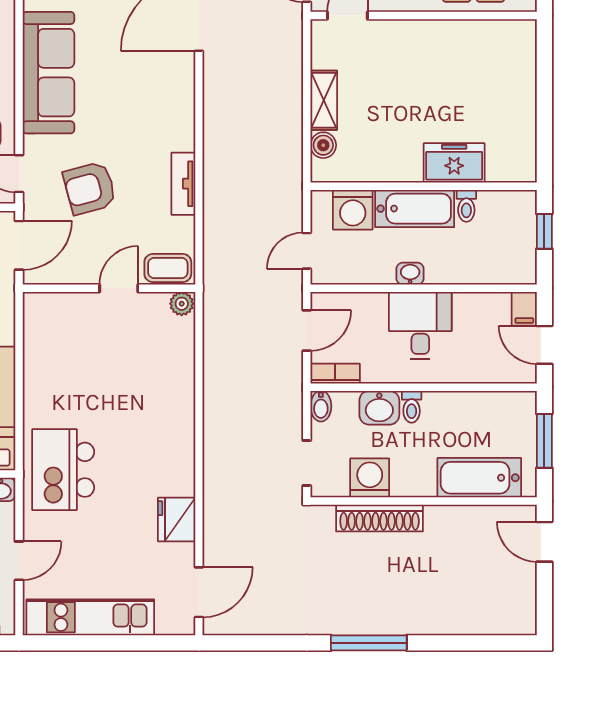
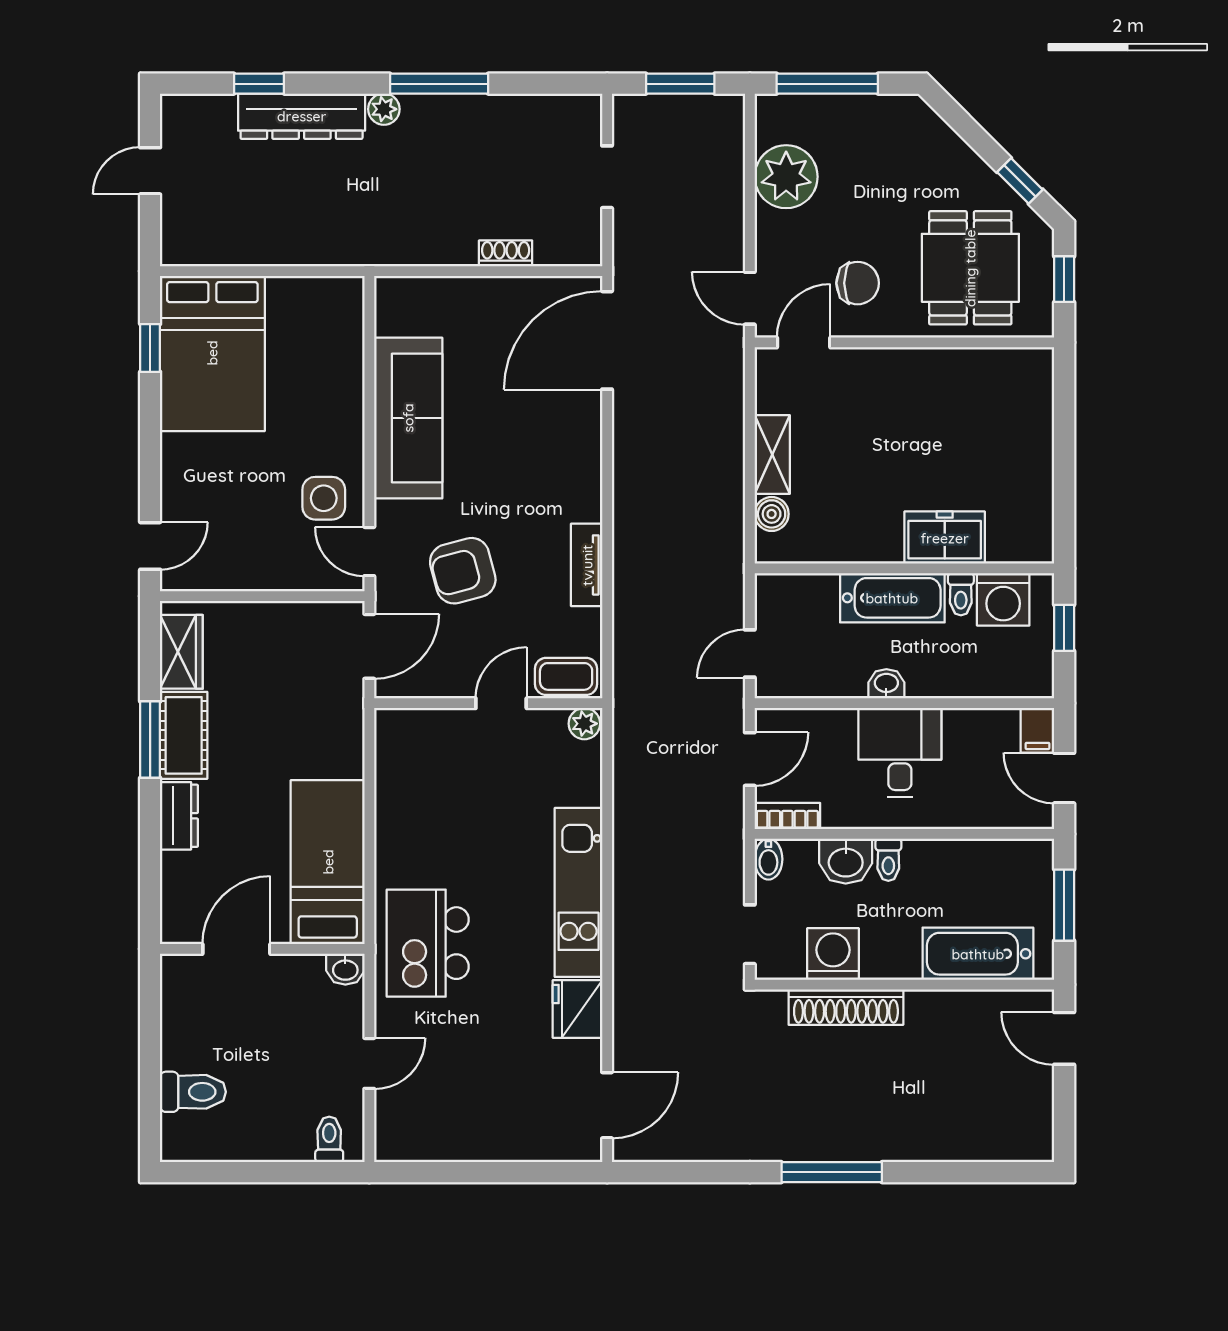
washing machine: (353, 210) -> (1003, 599), moved
kitchen unit: (90, 617) -> (579, 892), moved, turned -90

